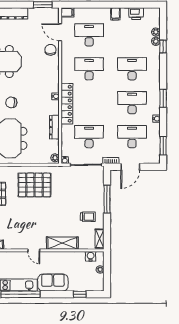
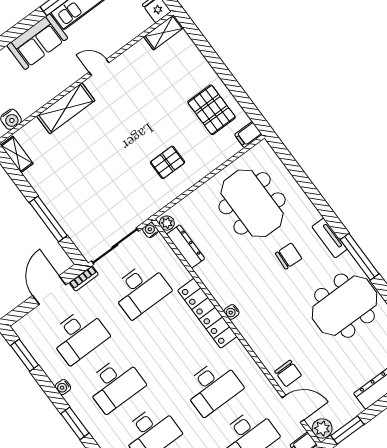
plant: (54, 14) -> (322, 428), added
dresser: (54, 127) -> (186, 246), moved
pallet: (34, 185) -> (168, 162), width x0.49, depth x0.50
trolley: (88, 217) -> (57, 173), removed

